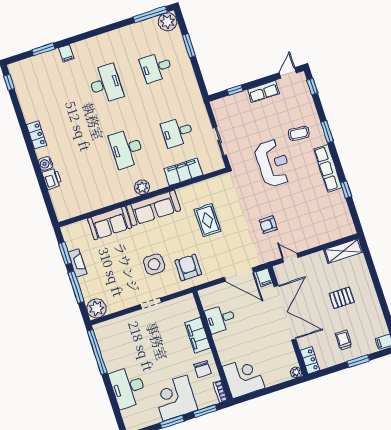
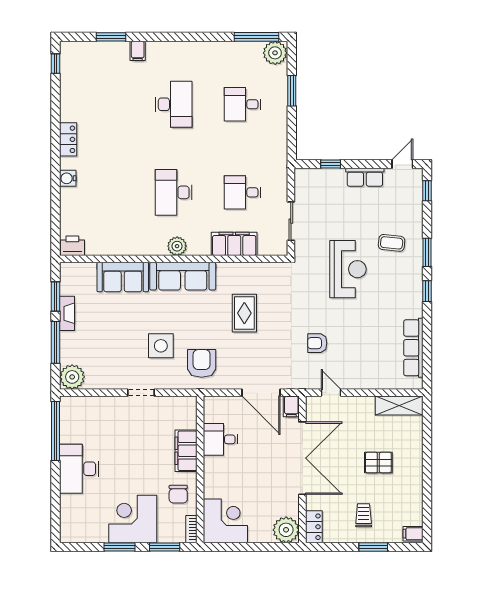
row of seats: (328, 168) -> (413, 348), moved
printer: (52, 179) -> (72, 246), moved, turned -90
window: (346, 189) -> (427, 291), moved
plant: (296, 372) -> (286, 530), width x1.88, depth x1.88
desk: (128, 387) -> (79, 469), moved

